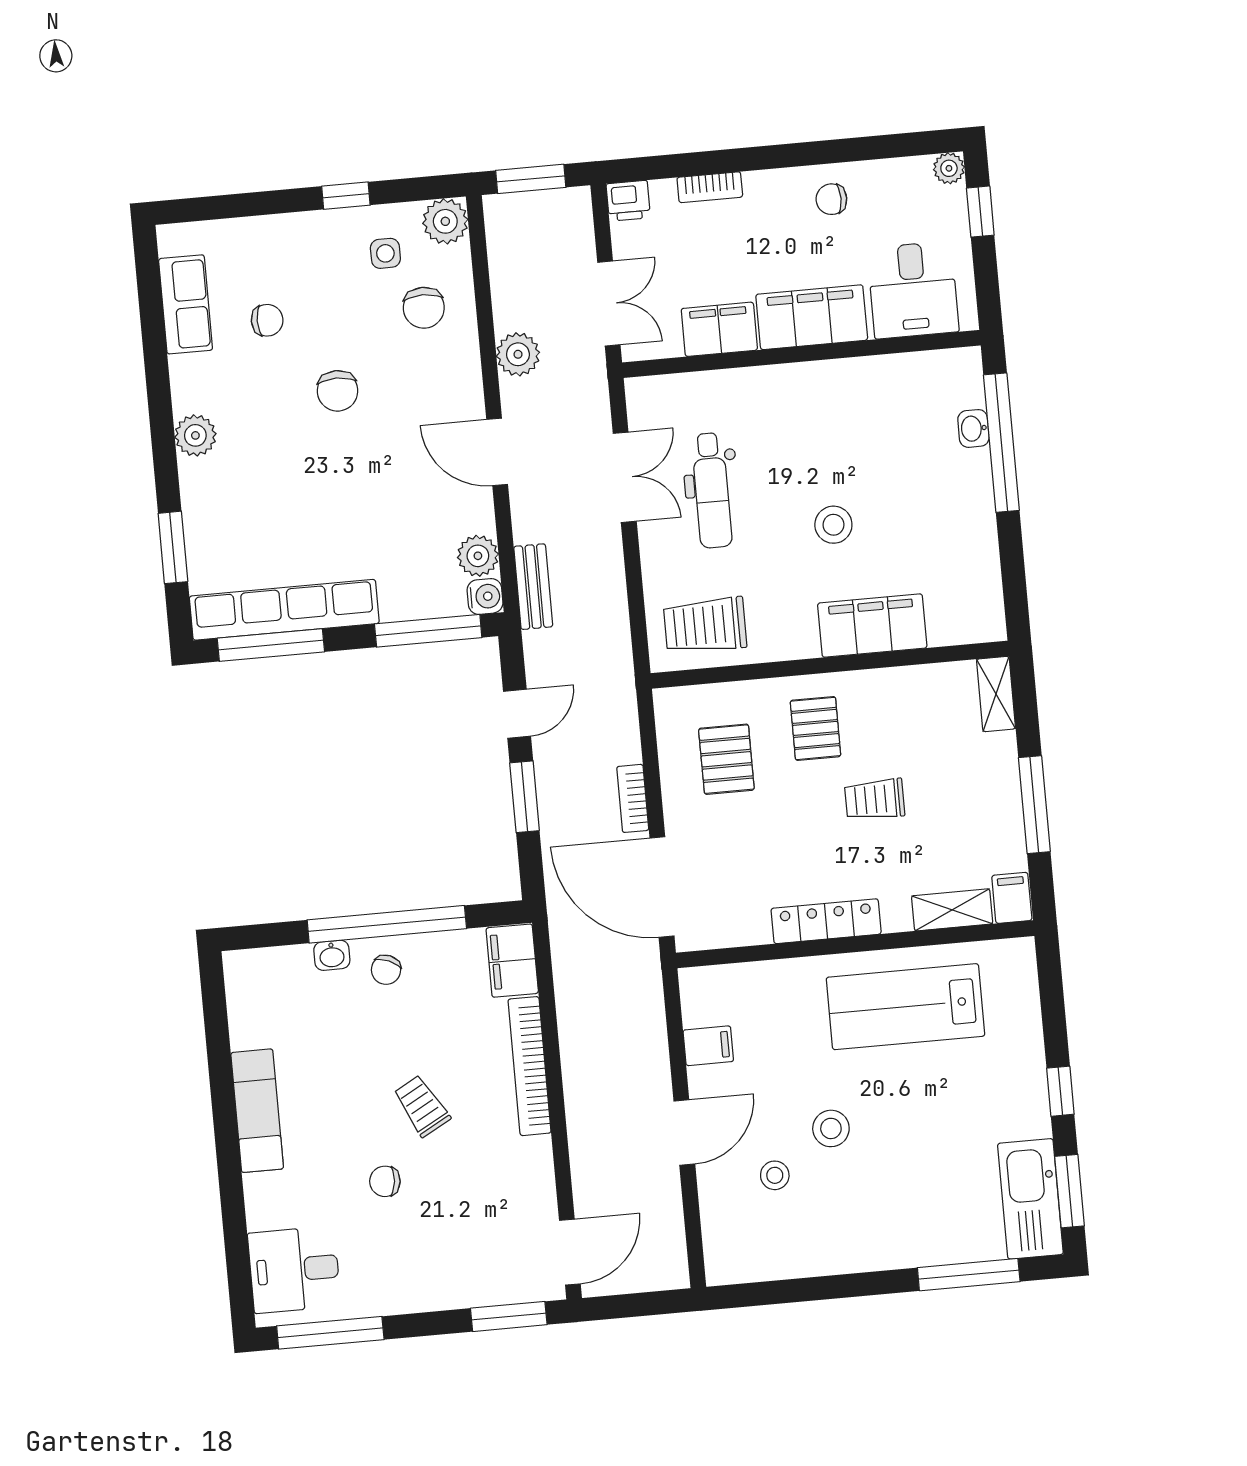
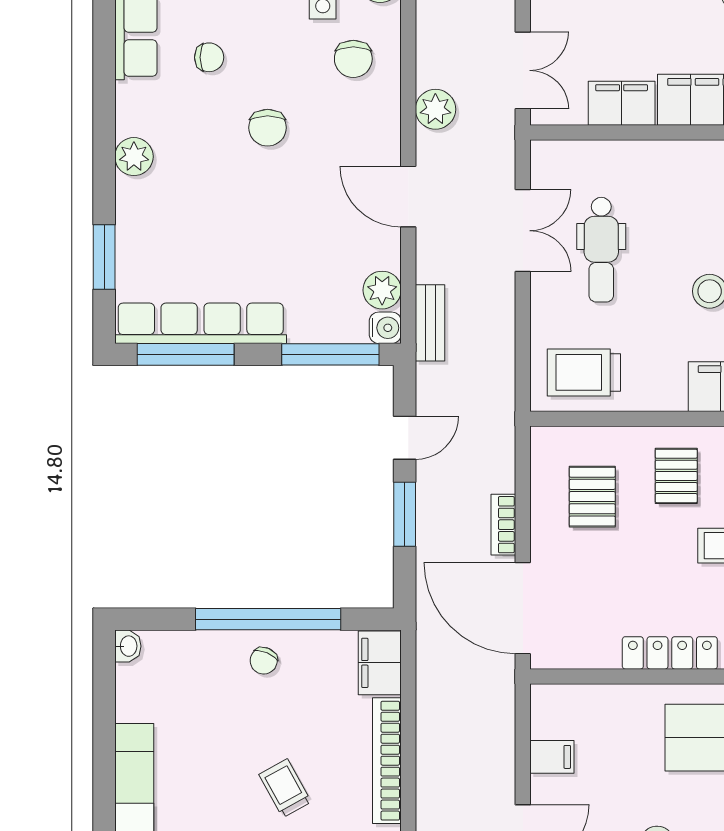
washbasin: (332, 955) -> (128, 646), moved, turned -90

